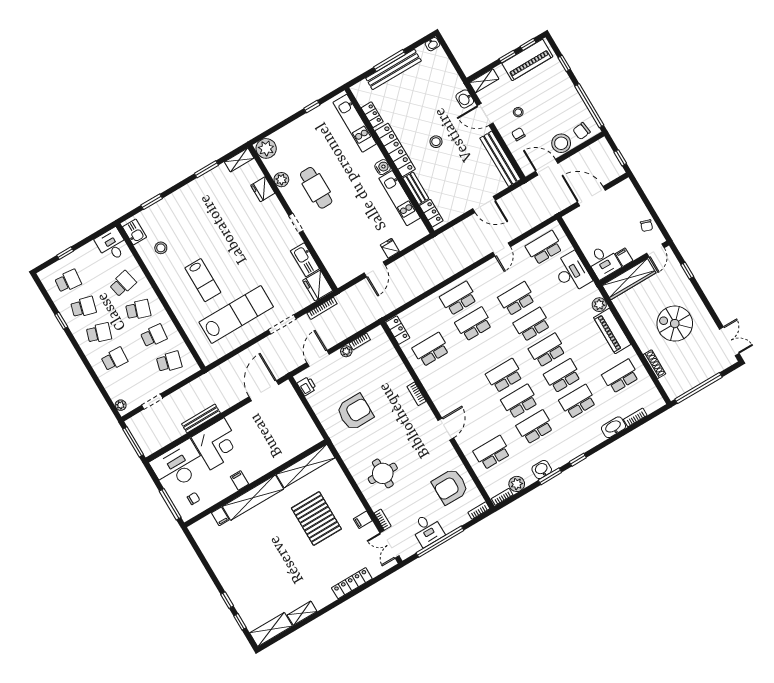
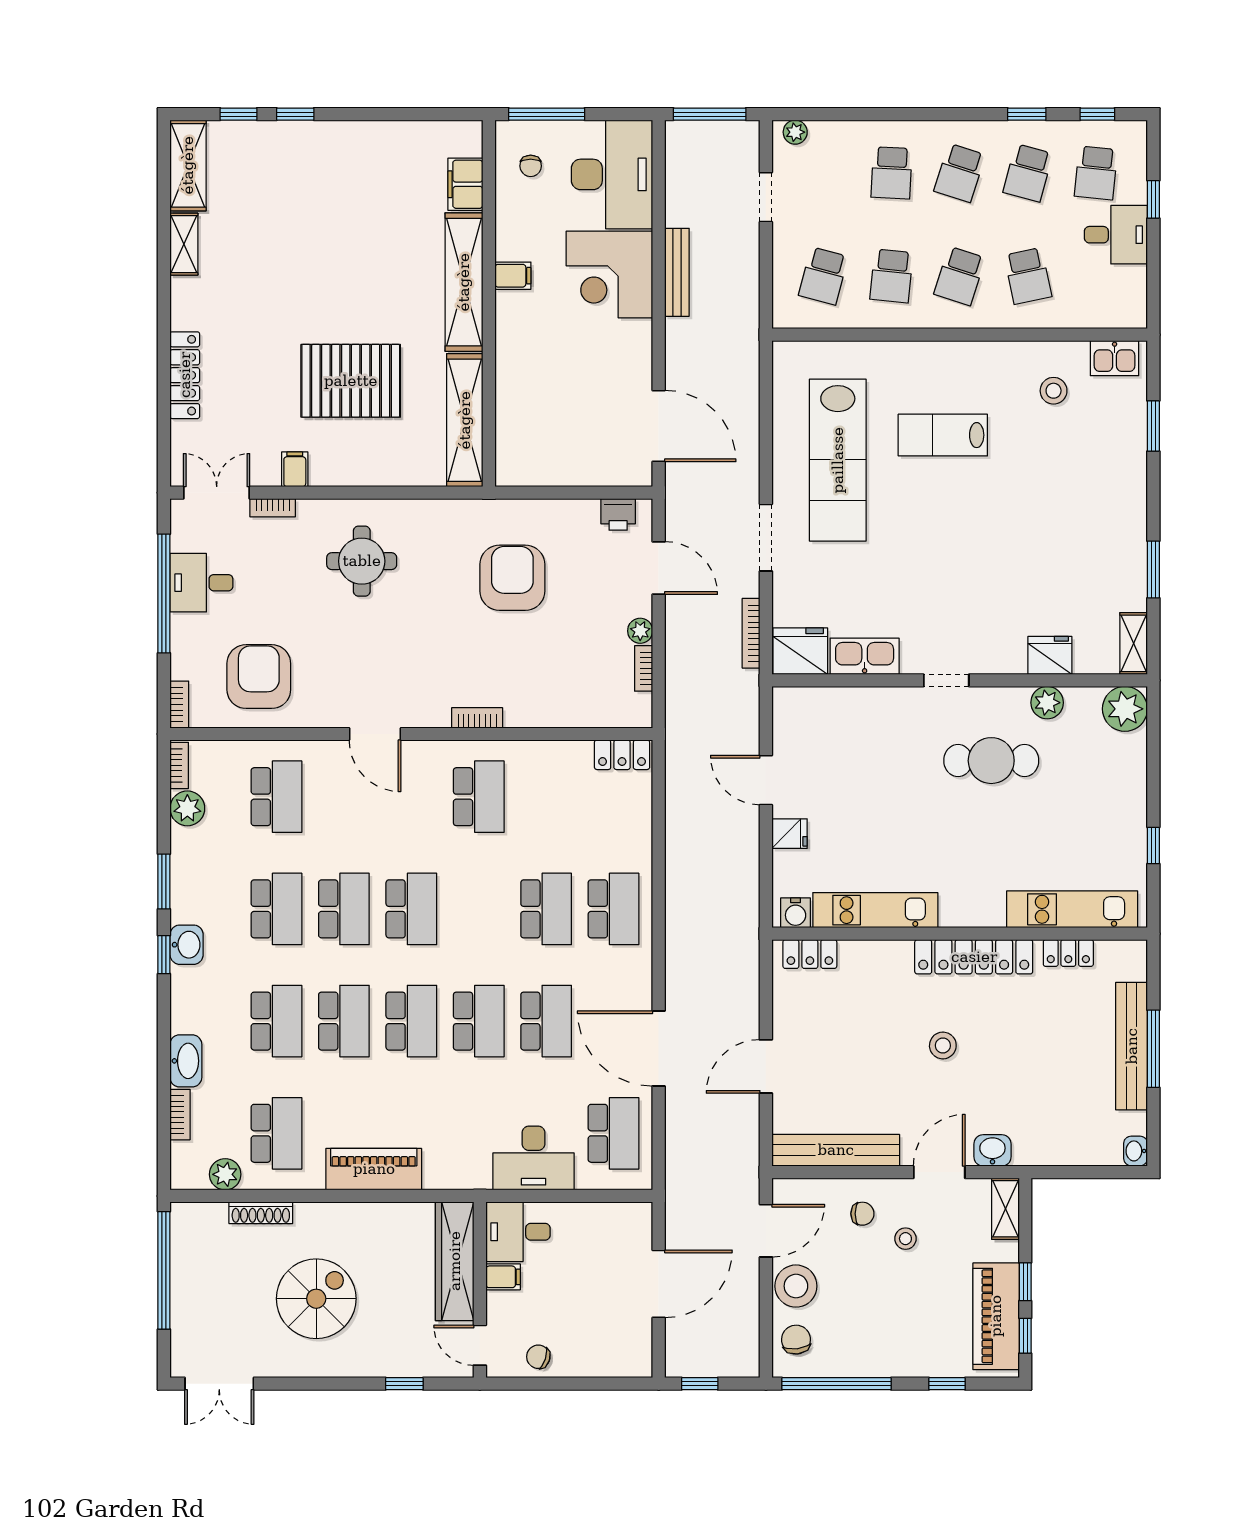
water cooler: (383, 167) -> (796, 913), moved
bench: (416, 188) -> (876, 953), removed
desk: (112, 245) -> (1116, 235), moved
door: (502, 250) -> (659, 1048), width x1.88
window: (45, 294) -> (1097, 114), added
plant: (599, 305) -> (225, 1174), moved
school desk: (431, 350) -> (479, 797), moved
armchair: (355, 412) -> (512, 578), turned 180
washbasin: (542, 470) -> (187, 945), moved
filing cabinet: (220, 516) -> (465, 184), width x2.00

